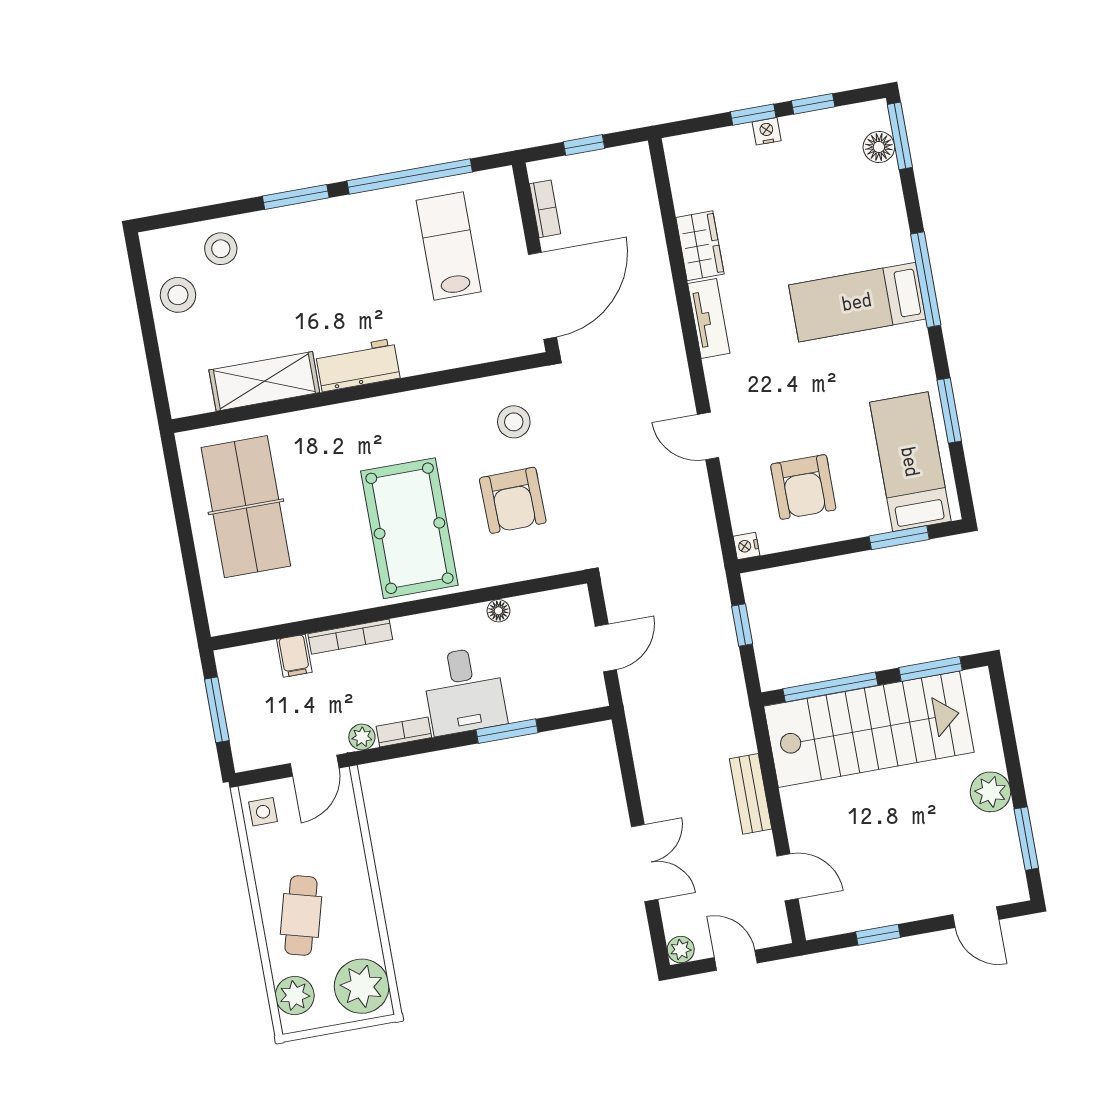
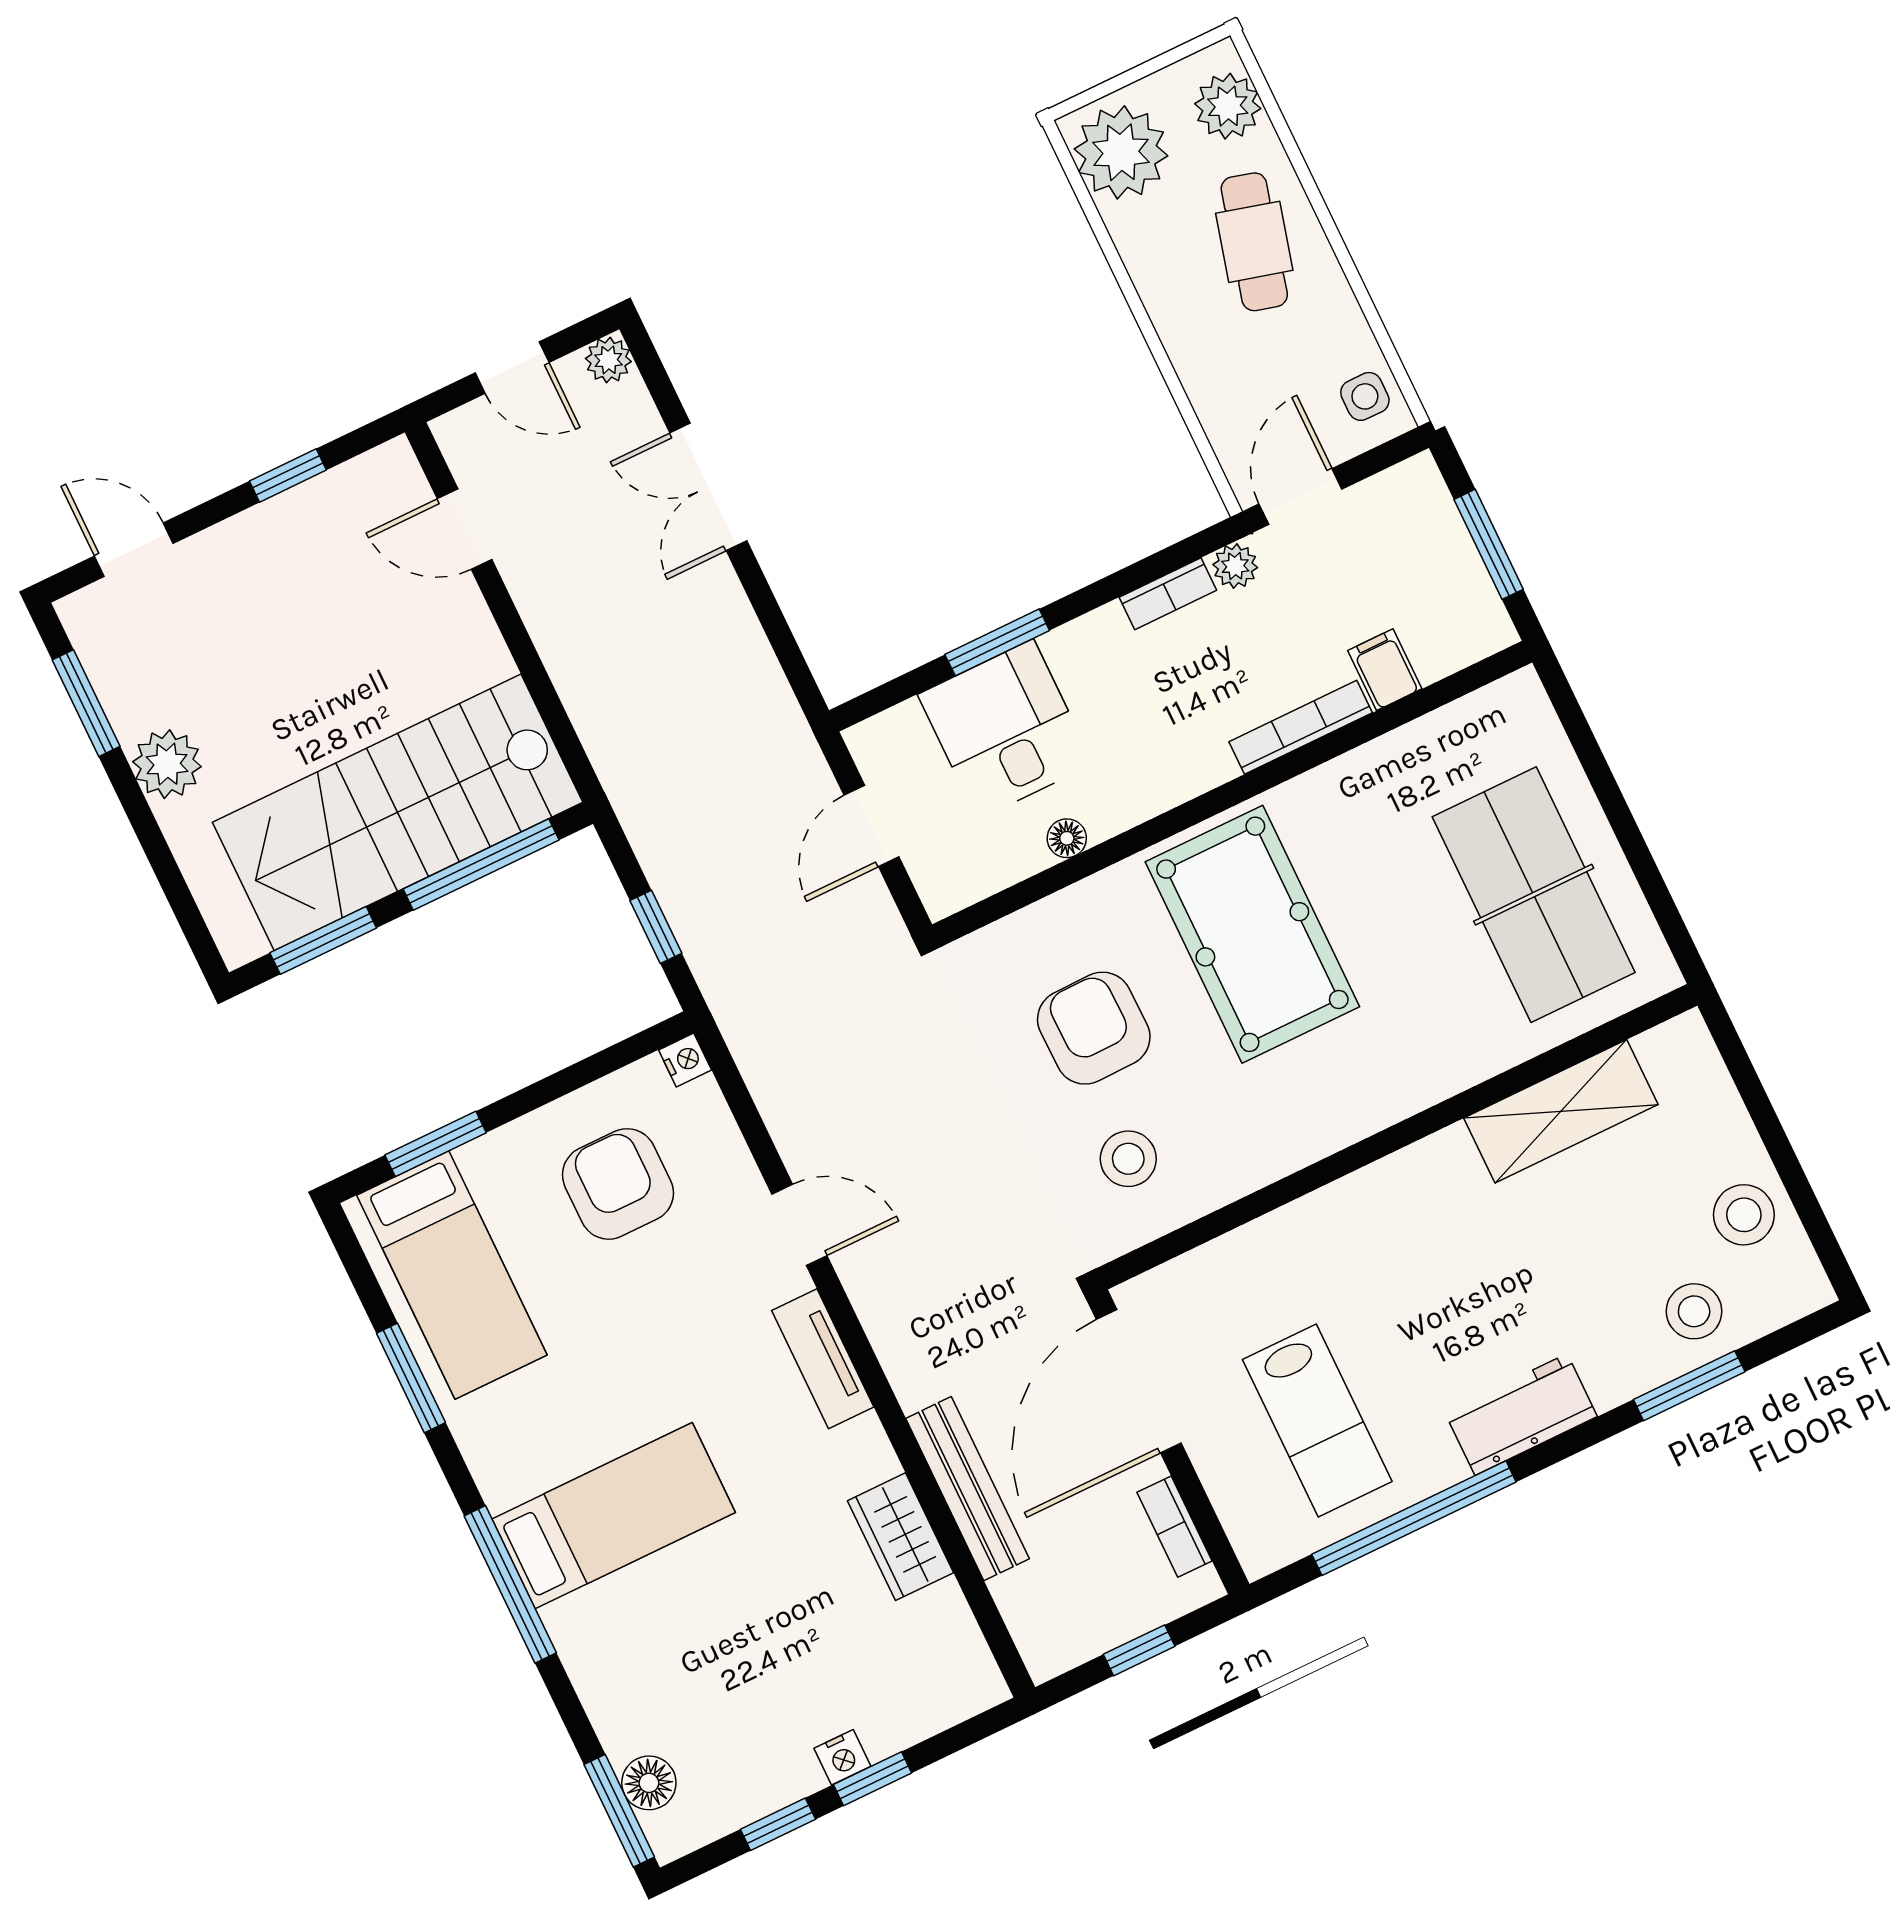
window: (296, 197) -> (1689, 1386), moved
tv unit: (709, 318) -> (823, 1359), moved
workbench: (358, 365) -> (1521, 1414), moved, turned 180
desk: (464, 691) -> (1005, 729), moved
bench: (751, 794) -> (968, 1489), moved, width x1.36

